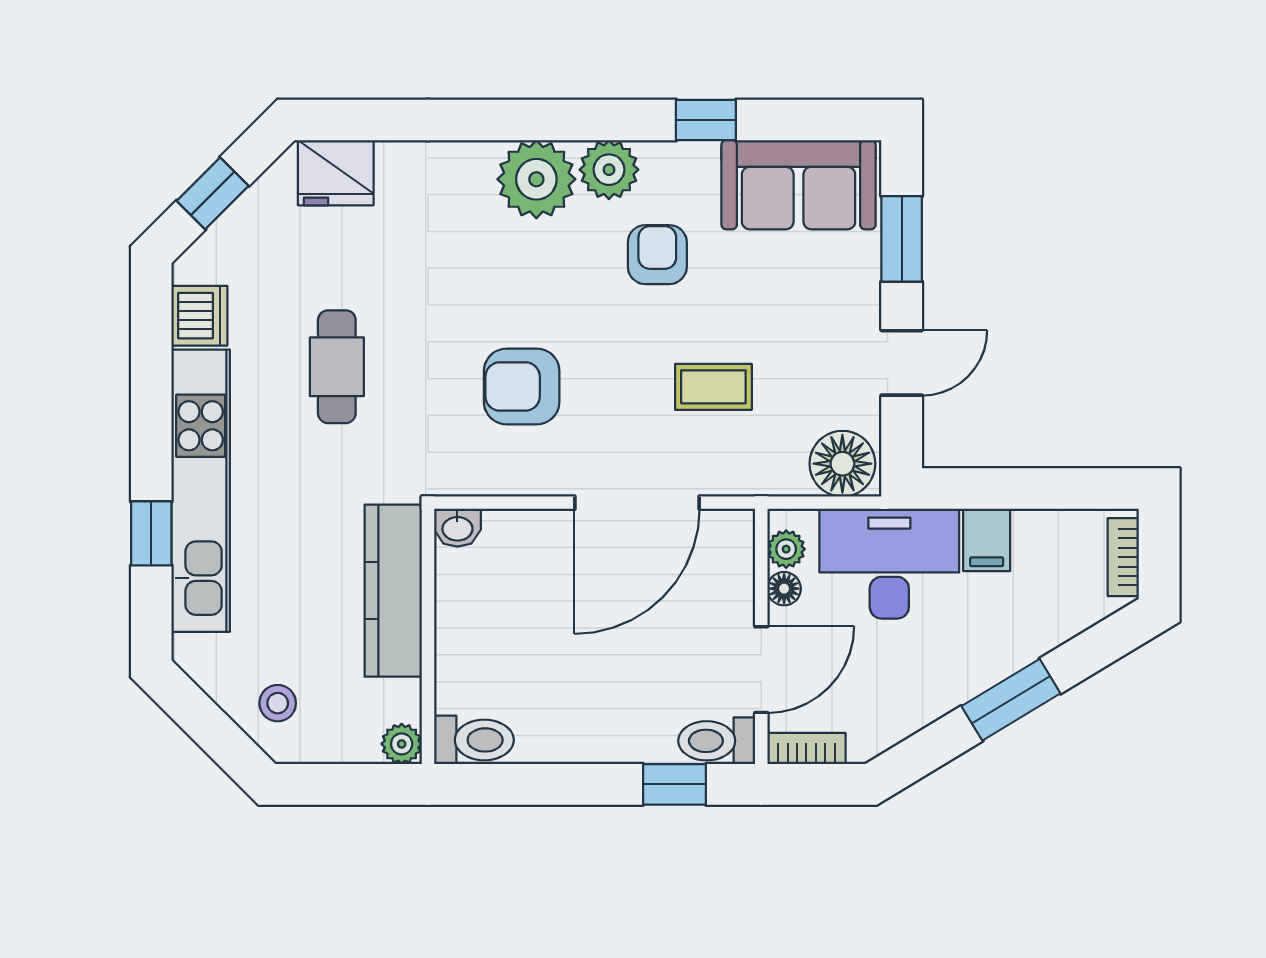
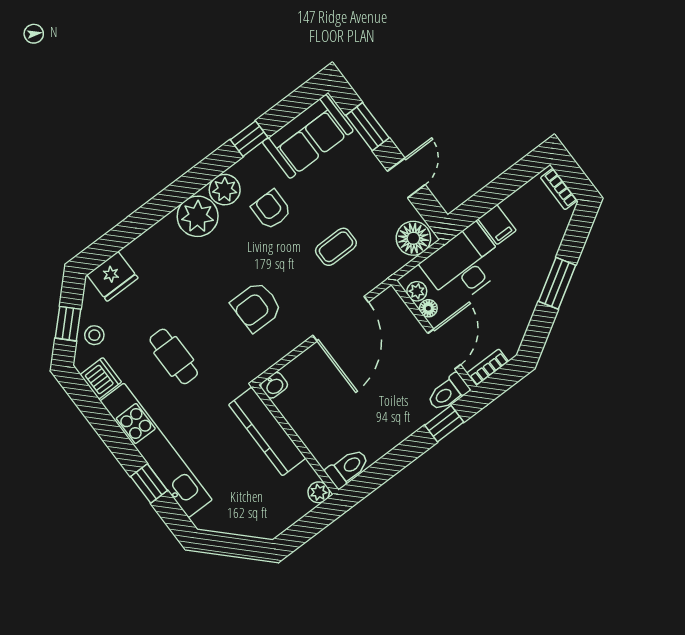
stool: (278, 703) -> (94, 335), moved

